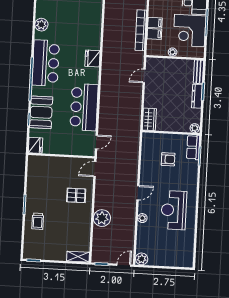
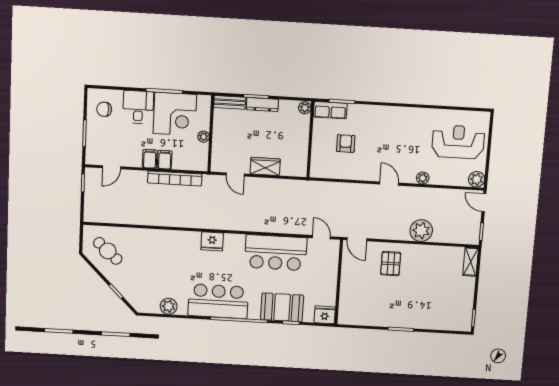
filing cabinet: (154, 34) -> (150, 159), moved
wardrobe: (149, 119) -> (265, 166), moved
reception desk: (174, 210) -> (458, 142), moved, turned 180
trolley: (38, 221) -> (423, 313), removed

